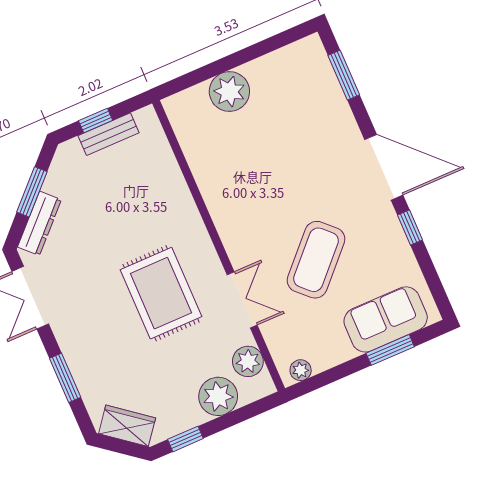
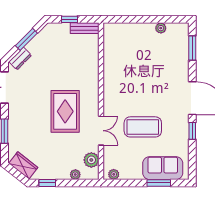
plant: (229, 92) -> (161, 28), moved, width x0.53, depth x0.53
bench: (109, 134) -> (85, 28), moved
dresser: (39, 223) -> (20, 59), width x0.70
coffee table: (316, 260) -> (143, 127), turned 46
plant: (218, 396) -> (75, 175), width x0.53, depth x0.53

